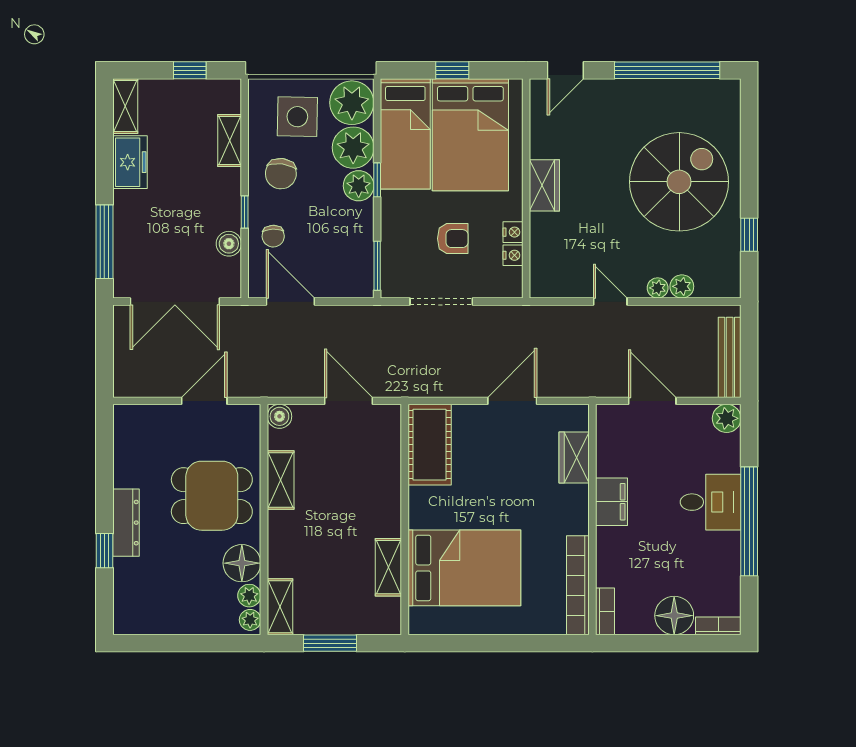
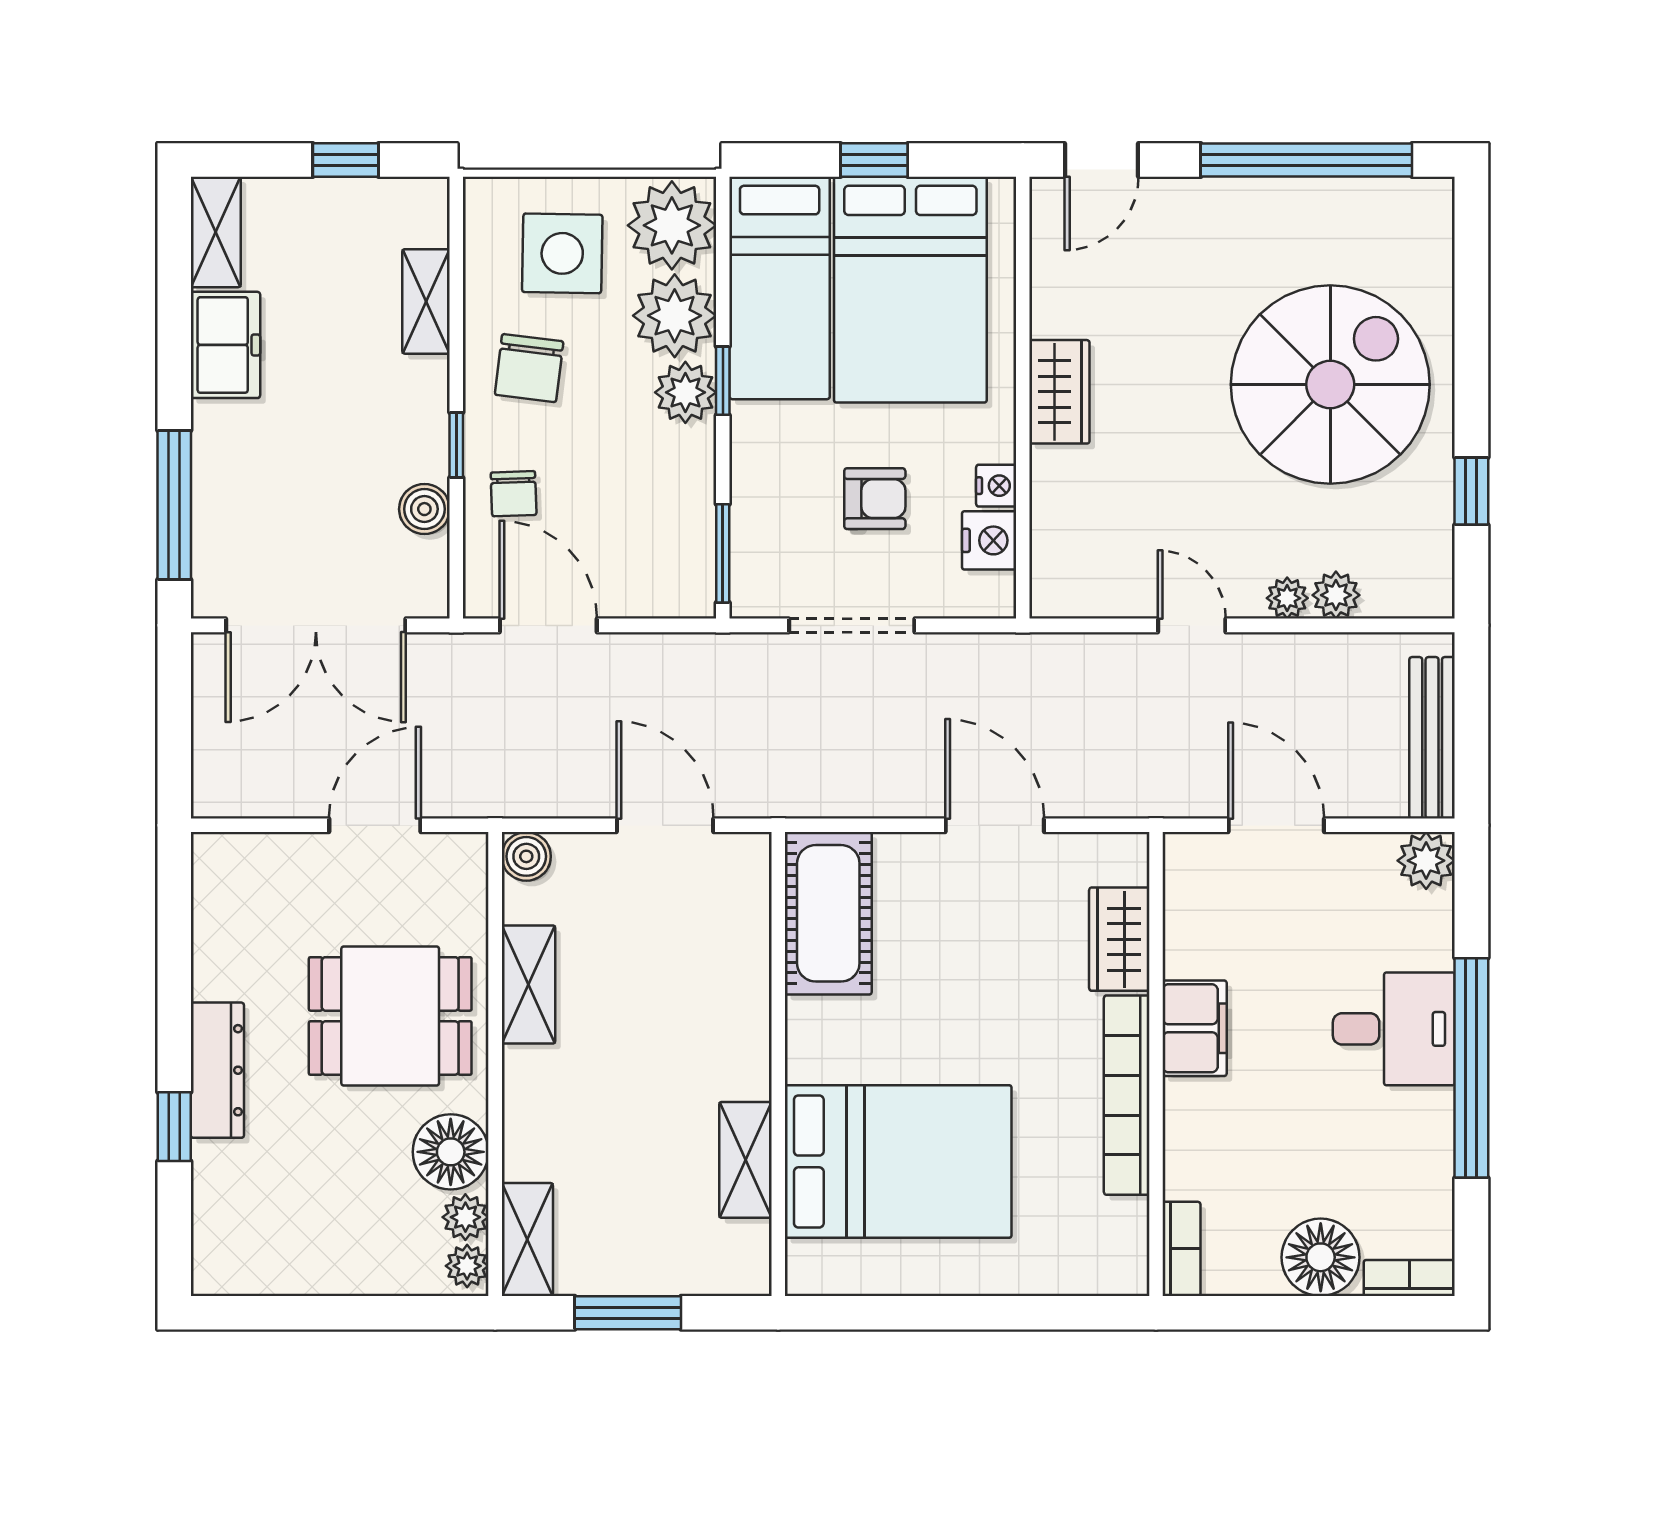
nightstand: (513, 255) -> (989, 540), width x1.39, depth x1.35
door: (512, 401) -> (995, 825), hinge flipped
bookcase: (578, 585) -> (1127, 1095), moved

